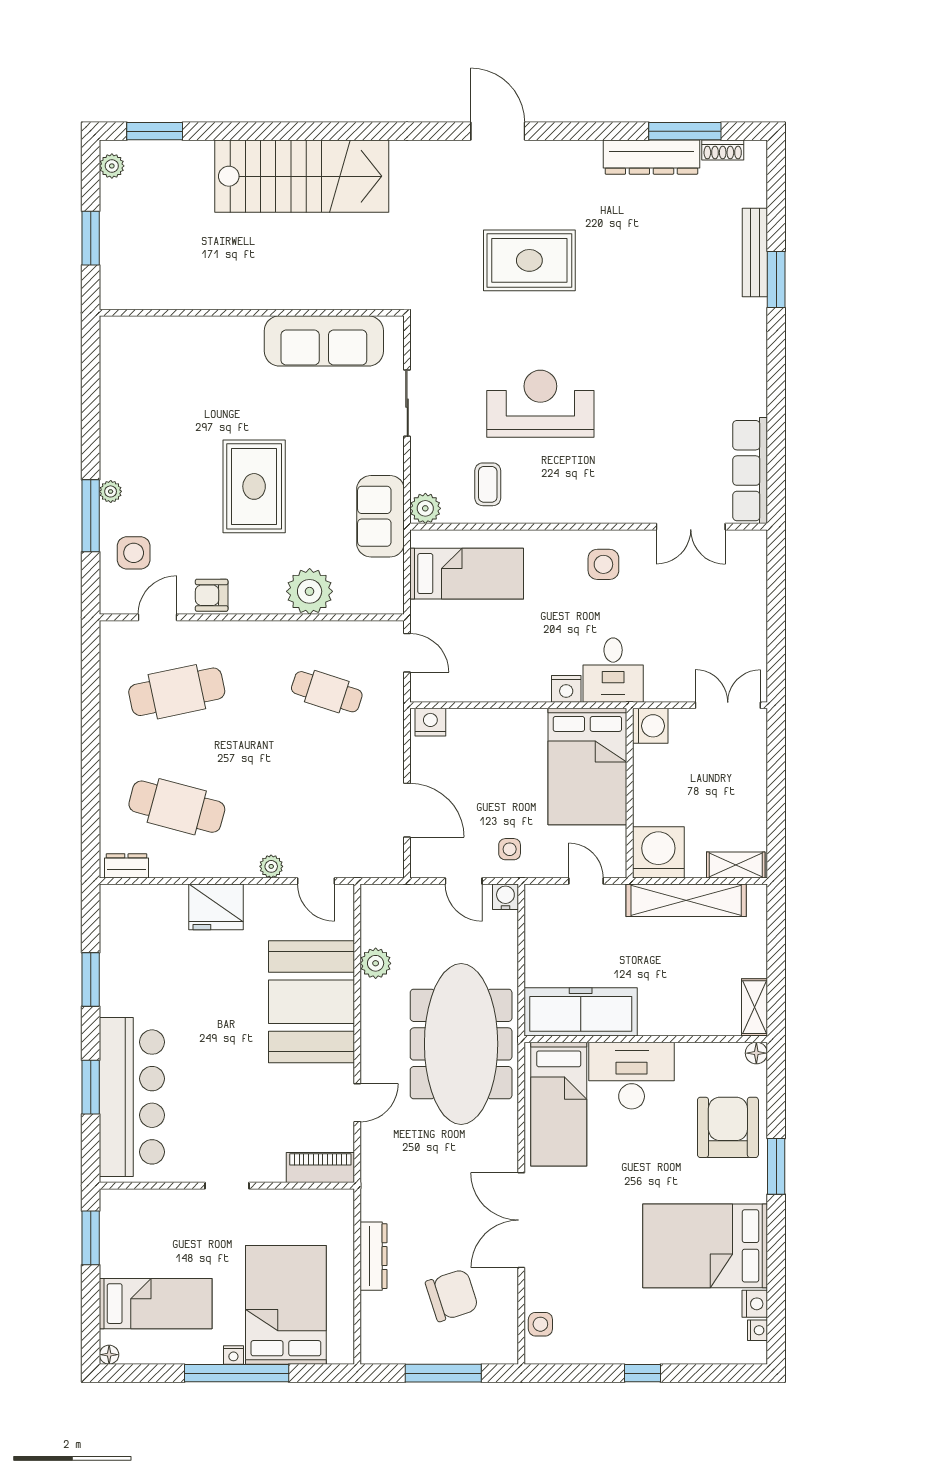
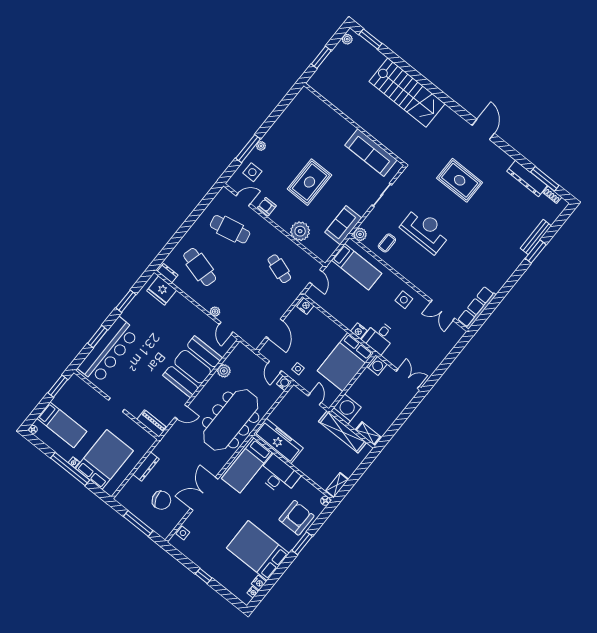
fridge: (216, 907) -> (162, 291), moved

